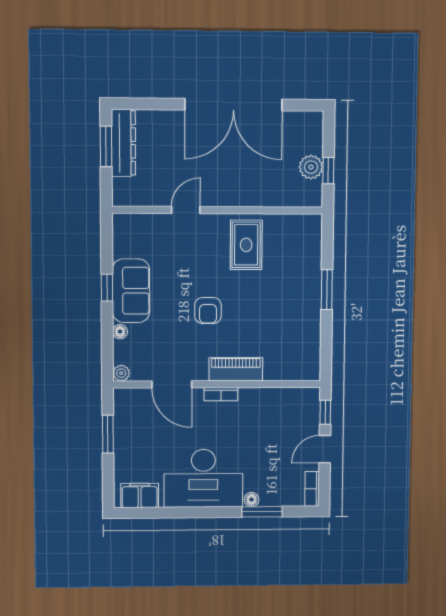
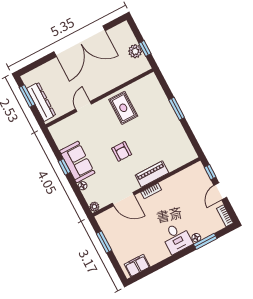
dresser: (123, 143) -> (41, 102), moved
desk: (203, 478) -> (177, 238), width x0.53, depth x0.77

